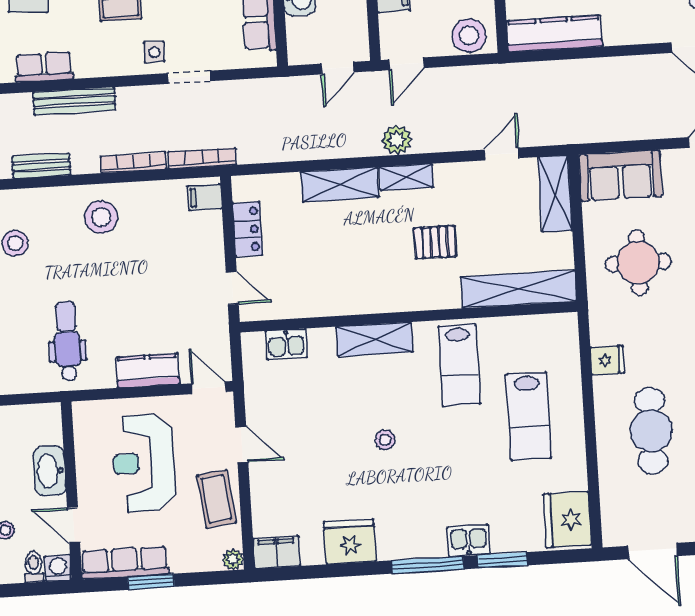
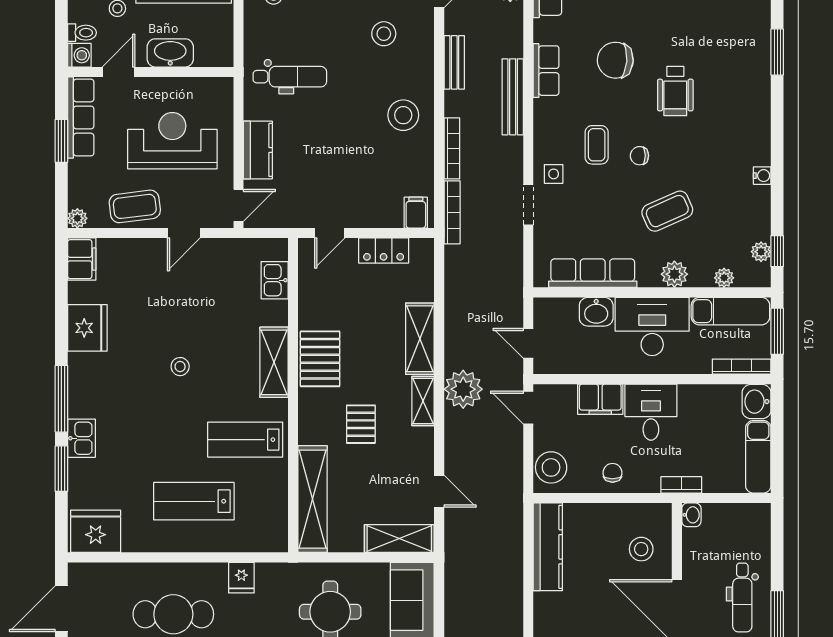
plant: (397, 140) -> (463, 389), width x1.36, depth x1.36
pallet: (368, 290) -> (320, 359), added

